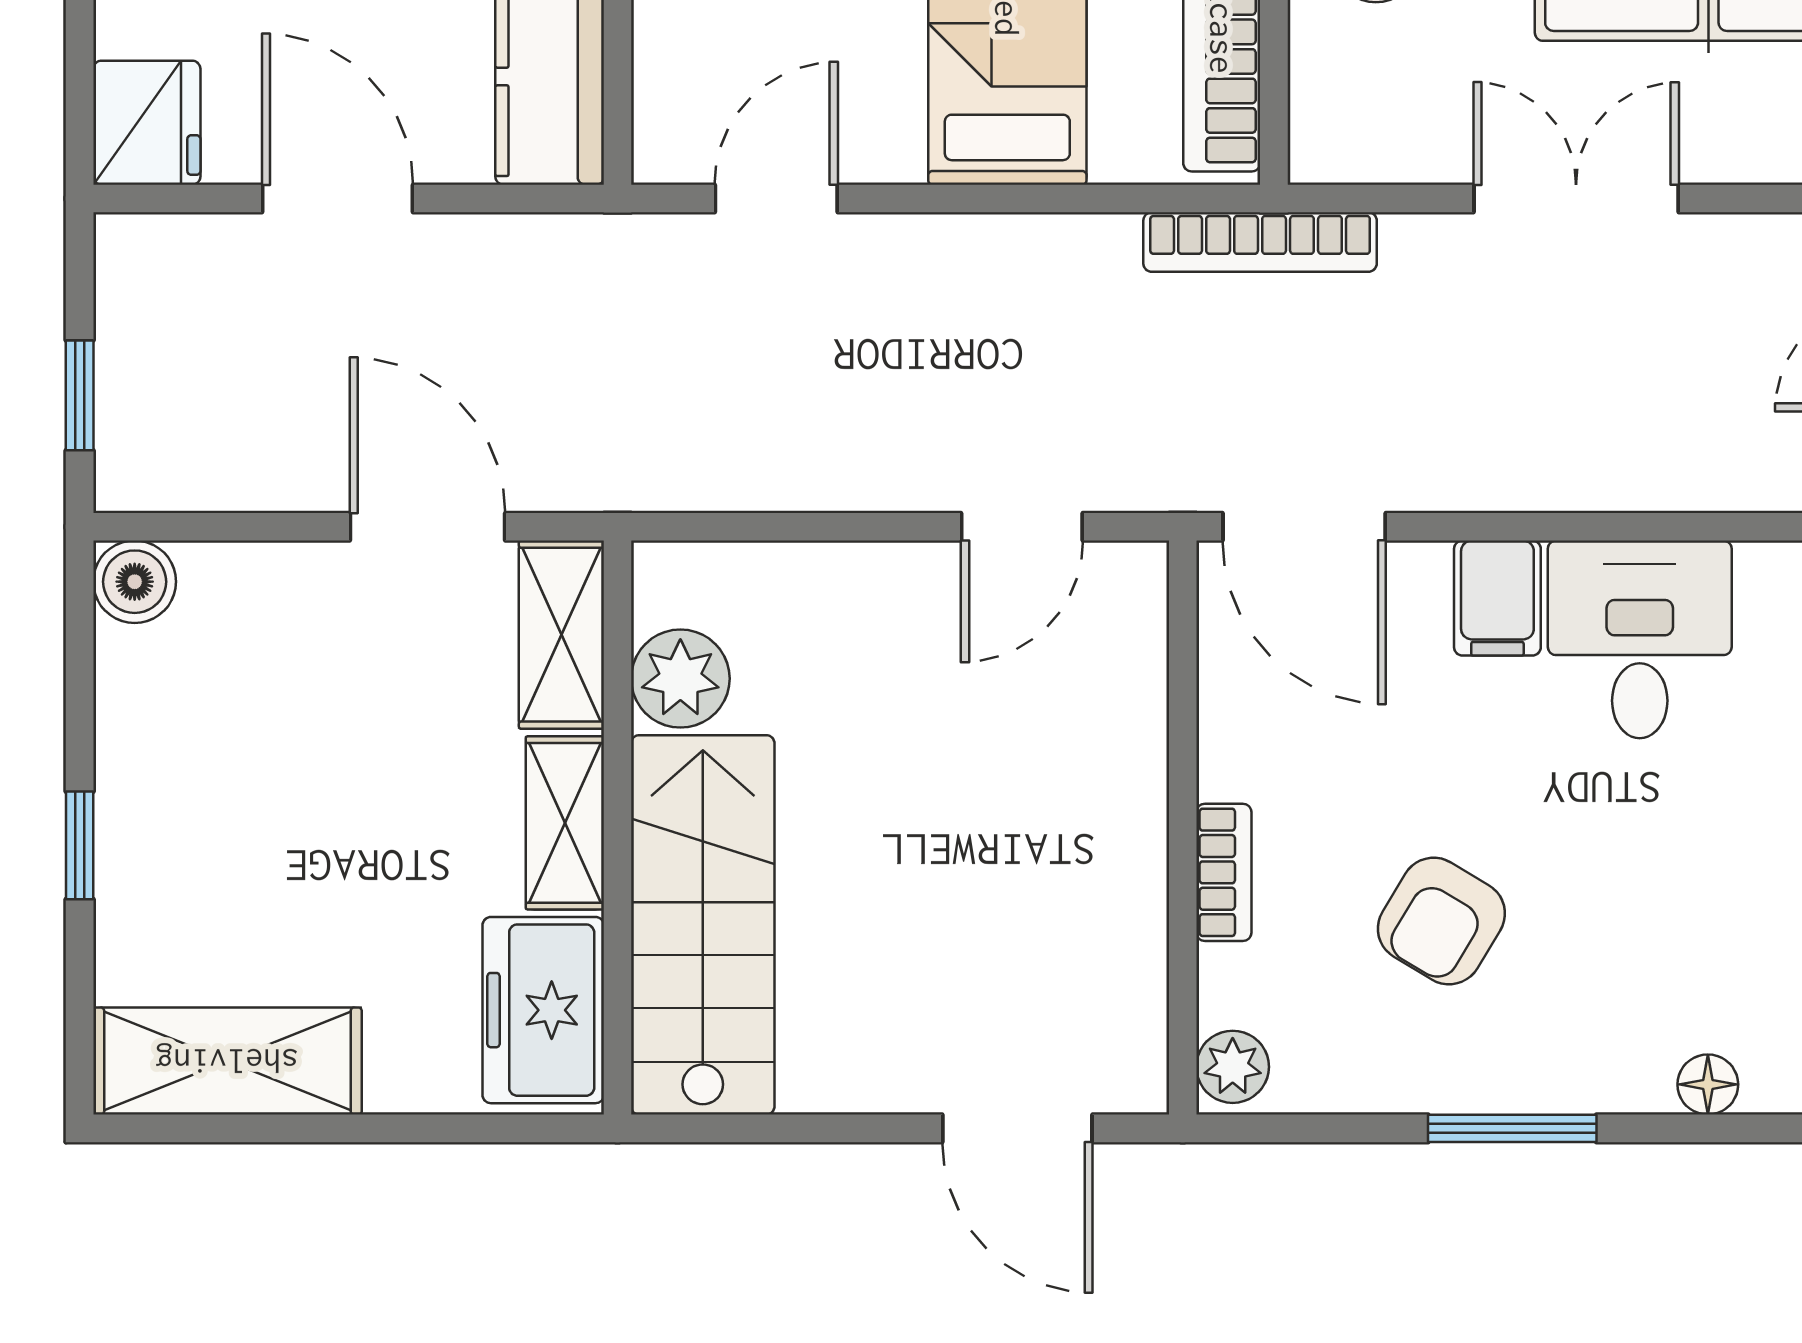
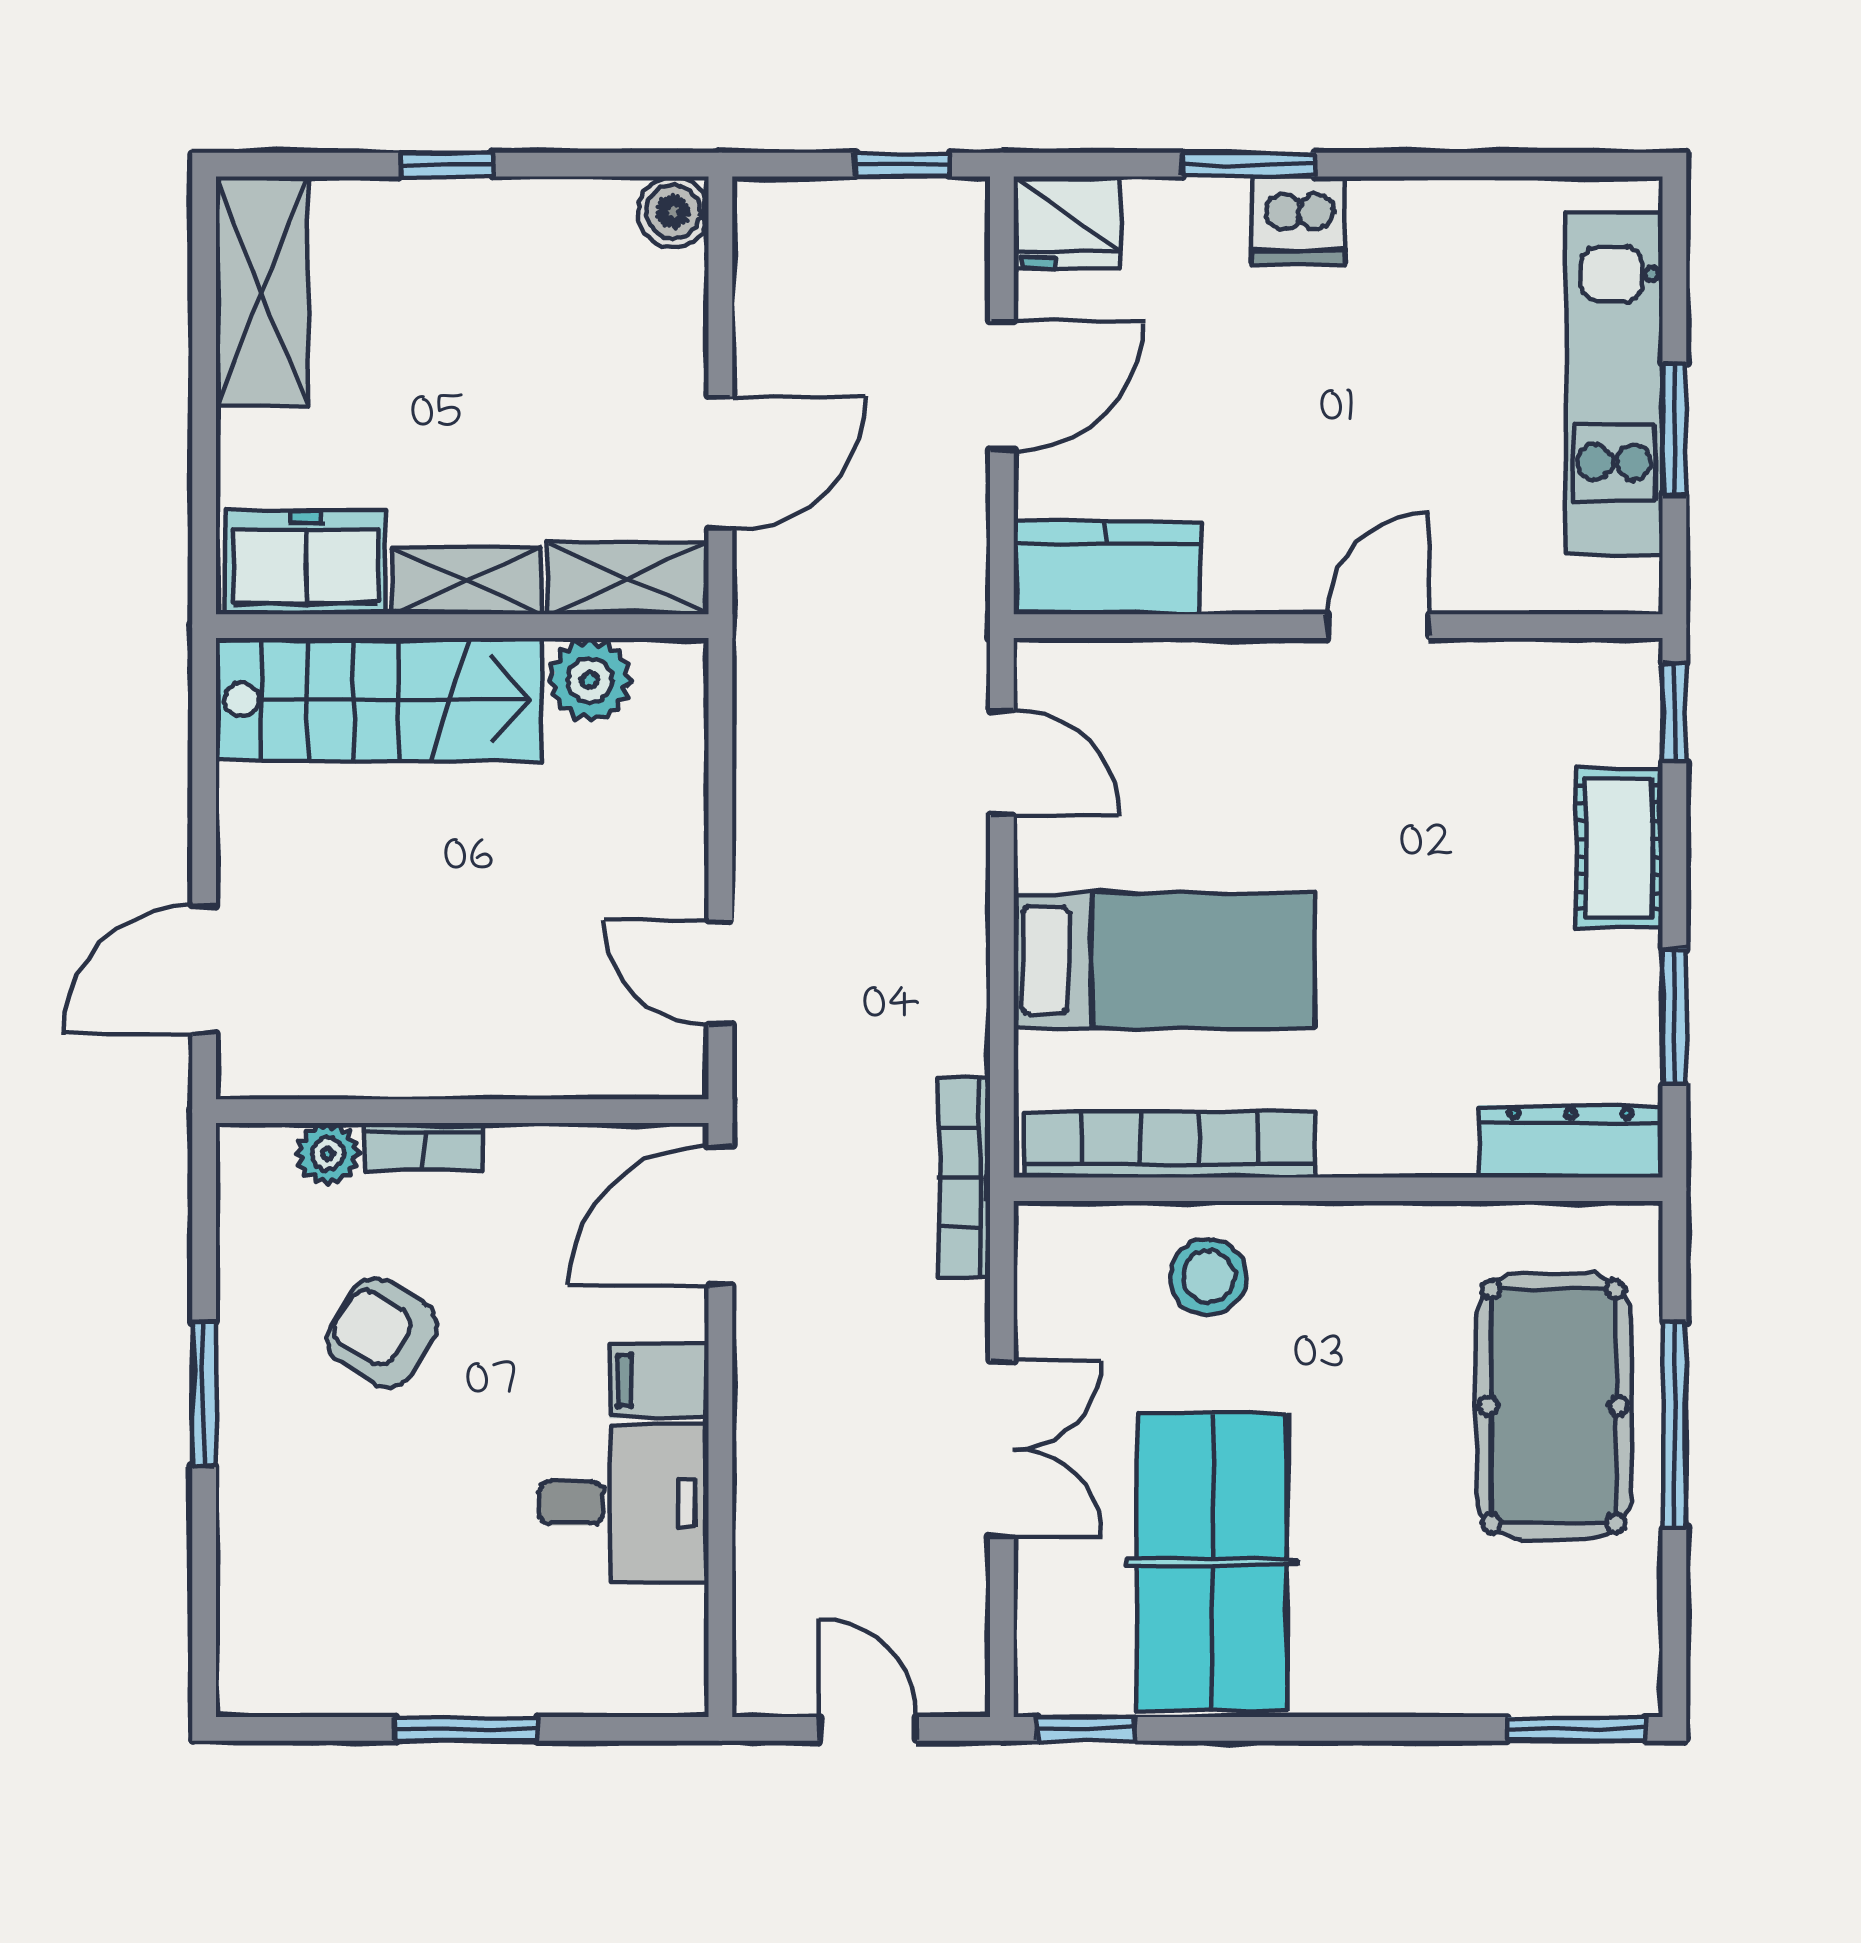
window: (80, 395) -> (903, 165), moved
plant: (1233, 1067) -> (328, 1154), moved
floor lamp: (1708, 1084) -> (242, 1562), removed

